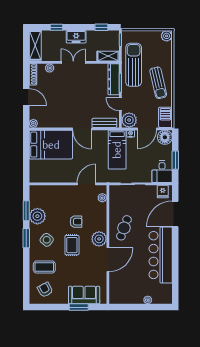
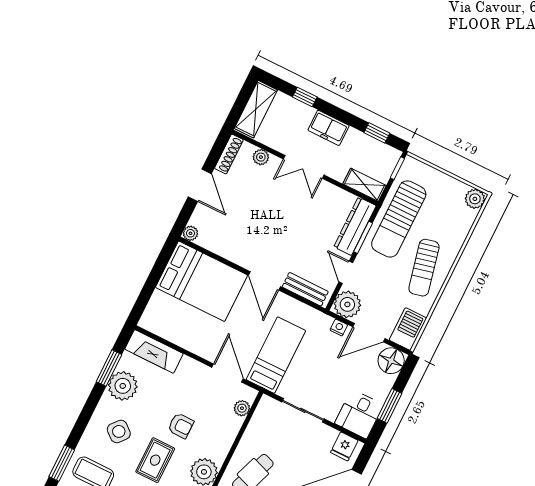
double door: (73, 62) -> (304, 167), swing flipped
sun lounger: (134, 65) -> (399, 219), turned 180
bed: (117, 150) -> (276, 355), moved, turned 180
door: (86, 184) -> (228, 373), hinge flipped
fireplace: (44, 191) -> (154, 351), added
window: (26, 238) -> (62, 463), moved

